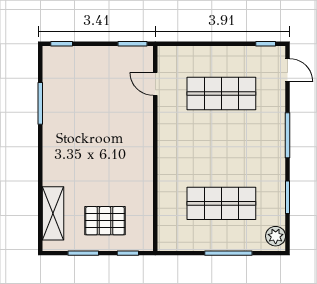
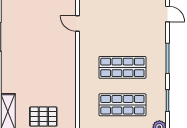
shop shelf: (221, 94) -> (122, 67), moved

